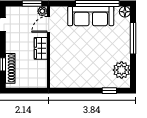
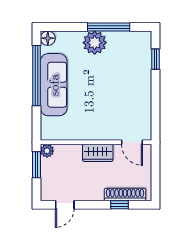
door: (49, 24) -> (132, 142), moved
window: (133, 38) -> (109, 27), moved
plant: (122, 70) -> (95, 43), moved

